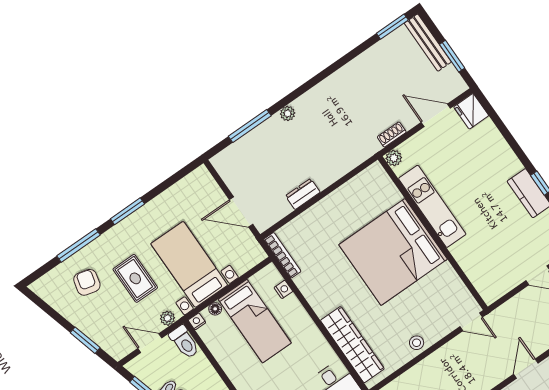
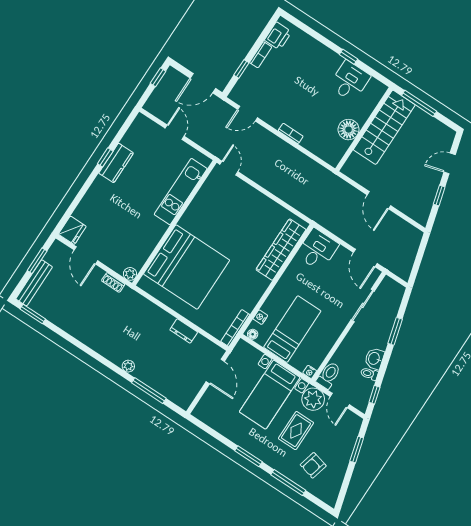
kitchen unit: (432, 206) -> (181, 192), moved
bed: (393, 252) -> (187, 267), moved
floor lamp: (215, 309) -> (253, 334), moved
plant: (167, 318) -> (313, 399), width x1.88, depth x1.88
stool: (417, 343) -> (261, 202), removed

